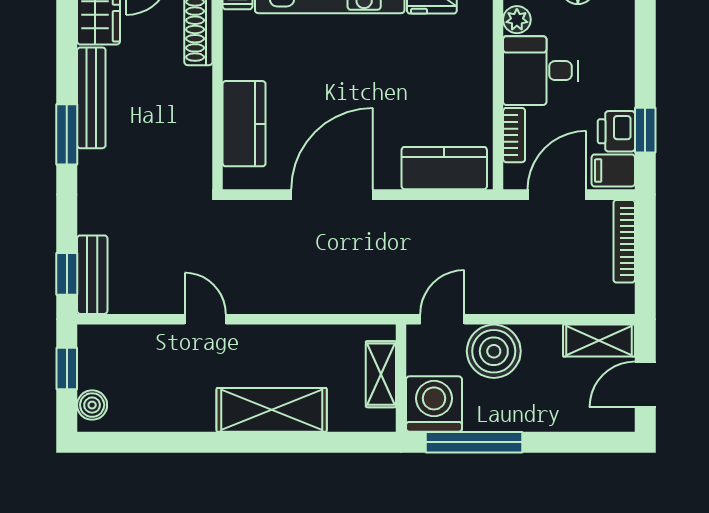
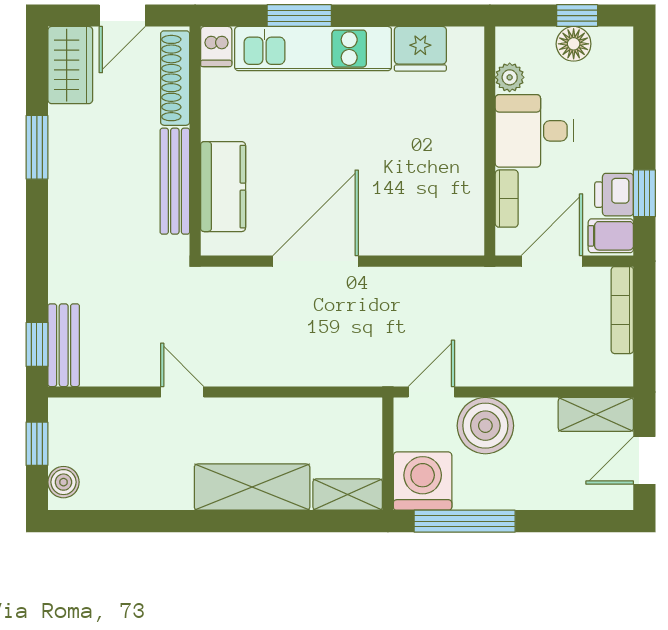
bench: (91, 98) -> (175, 181), moved
window: (67, 134) -> (37, 147), moved
kitchen counter: (444, 168) -> (433, 233), removed
shelving: (381, 374) -> (348, 495), moved, turned 90

